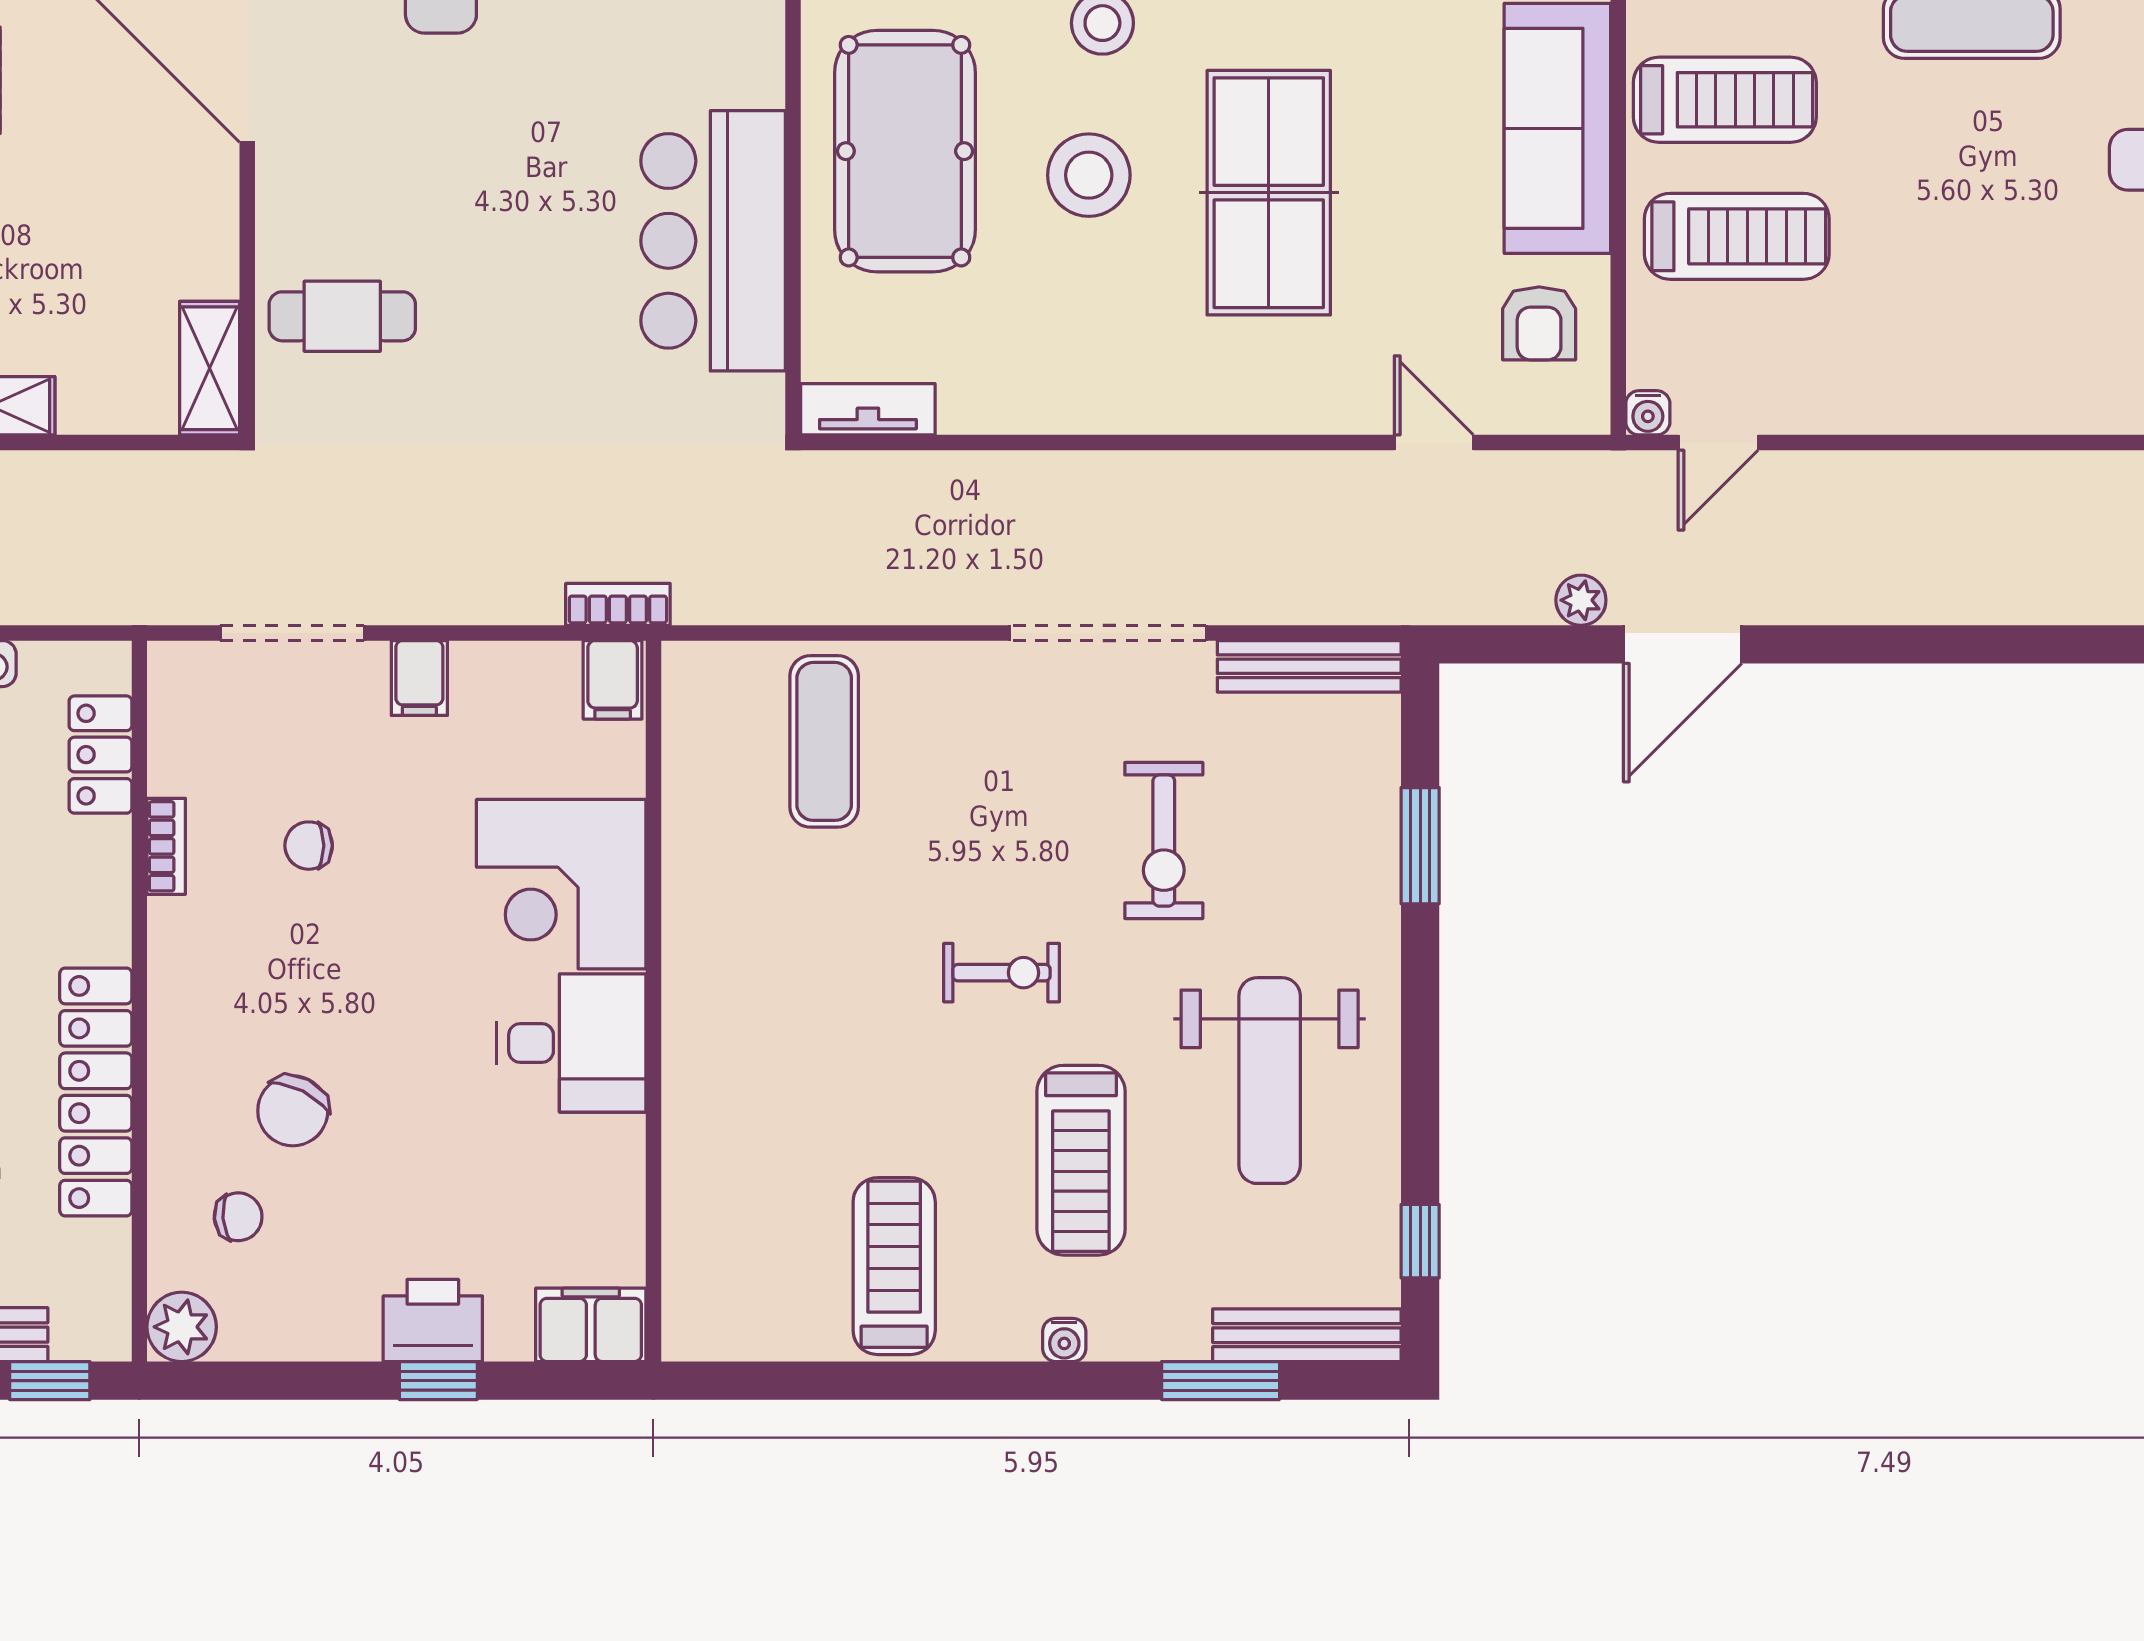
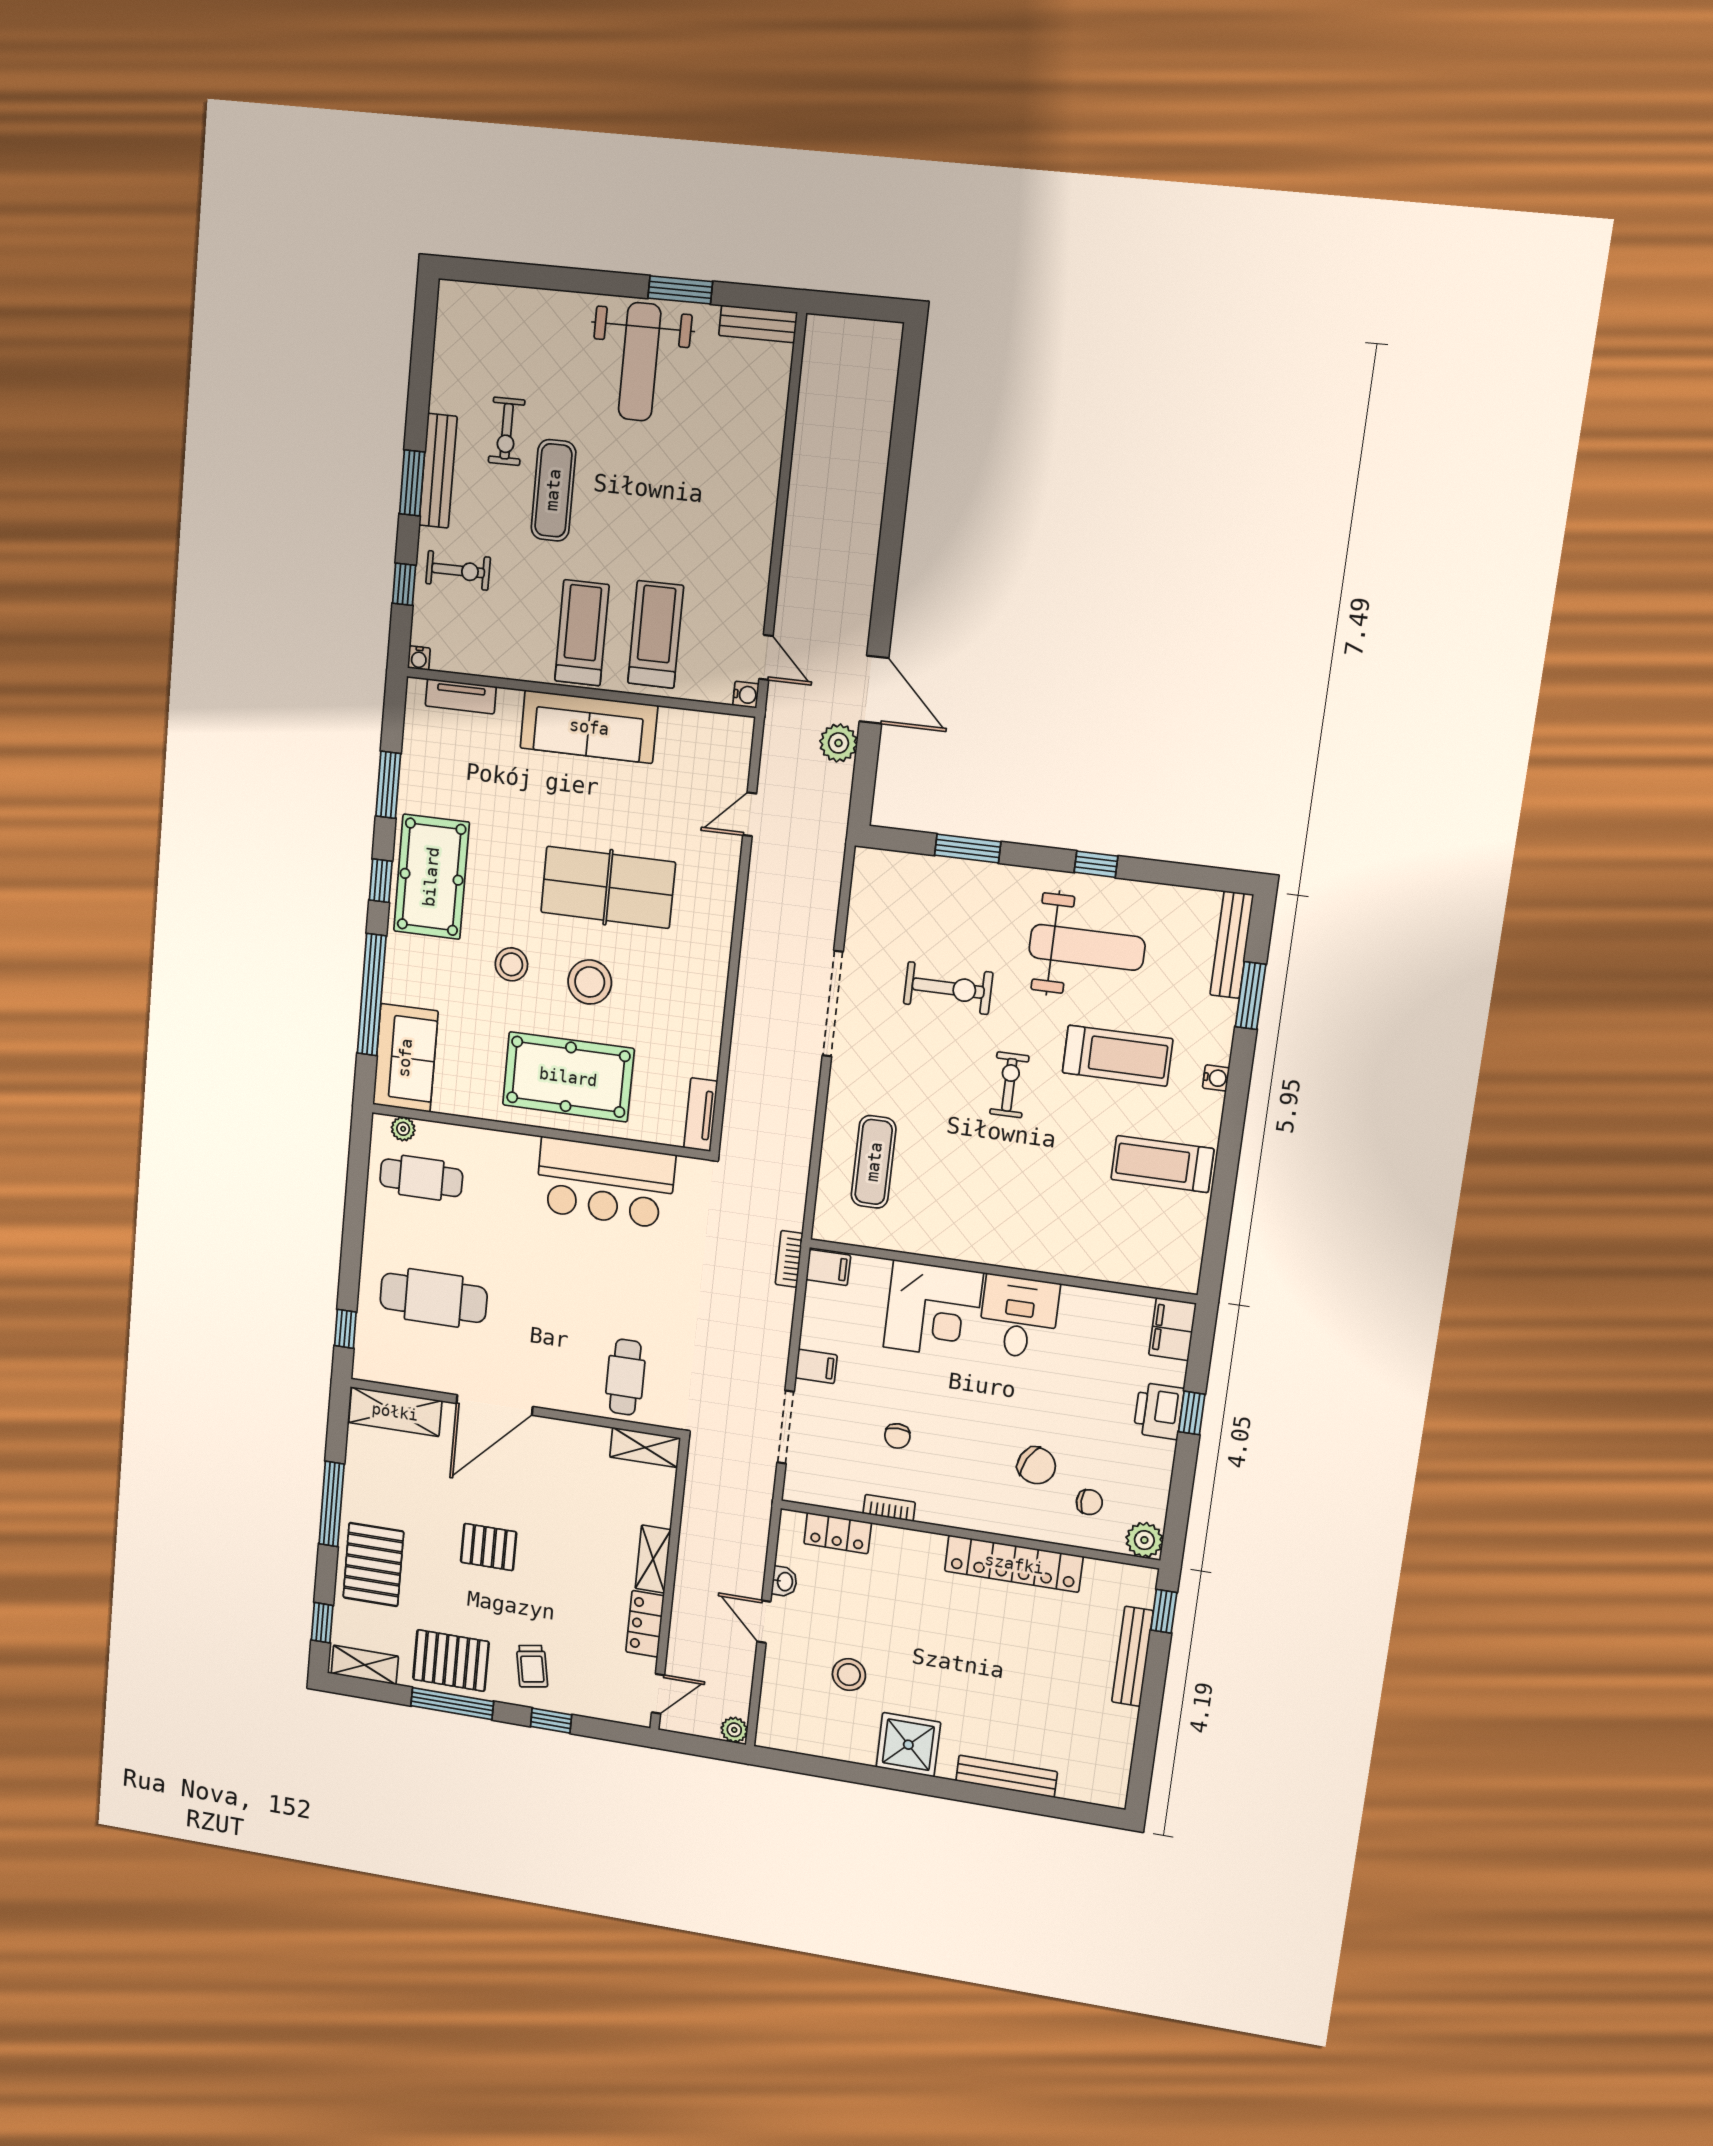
armchair: (1539, 323) -> (692, 749), removed
plant: (1581, 600) -> (838, 743), width x1.38, depth x1.38
bench: (1309, 666) -> (863, 897), removed
exercise mat: (824, 741) -> (874, 1162), turned 90
chair: (238, 1217) -> (1089, 1502), turned 95
window: (1420, 1241) -> (1096, 864), moved

